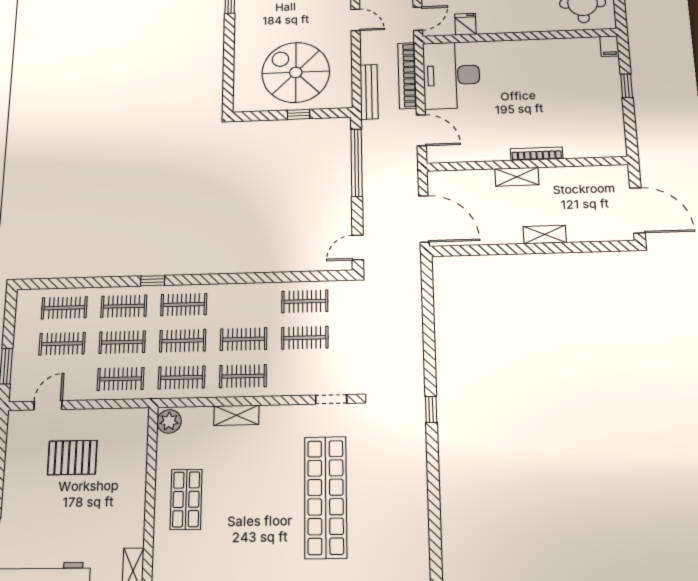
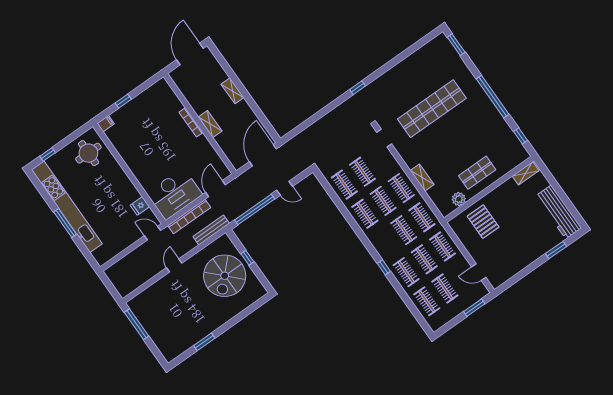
door: (358, 248) -> (285, 188), moved
clothes rail: (184, 305) -> (365, 214), moved
plant: (169, 421) -> (459, 199), moved
pallet: (72, 458) -> (483, 222), moved

